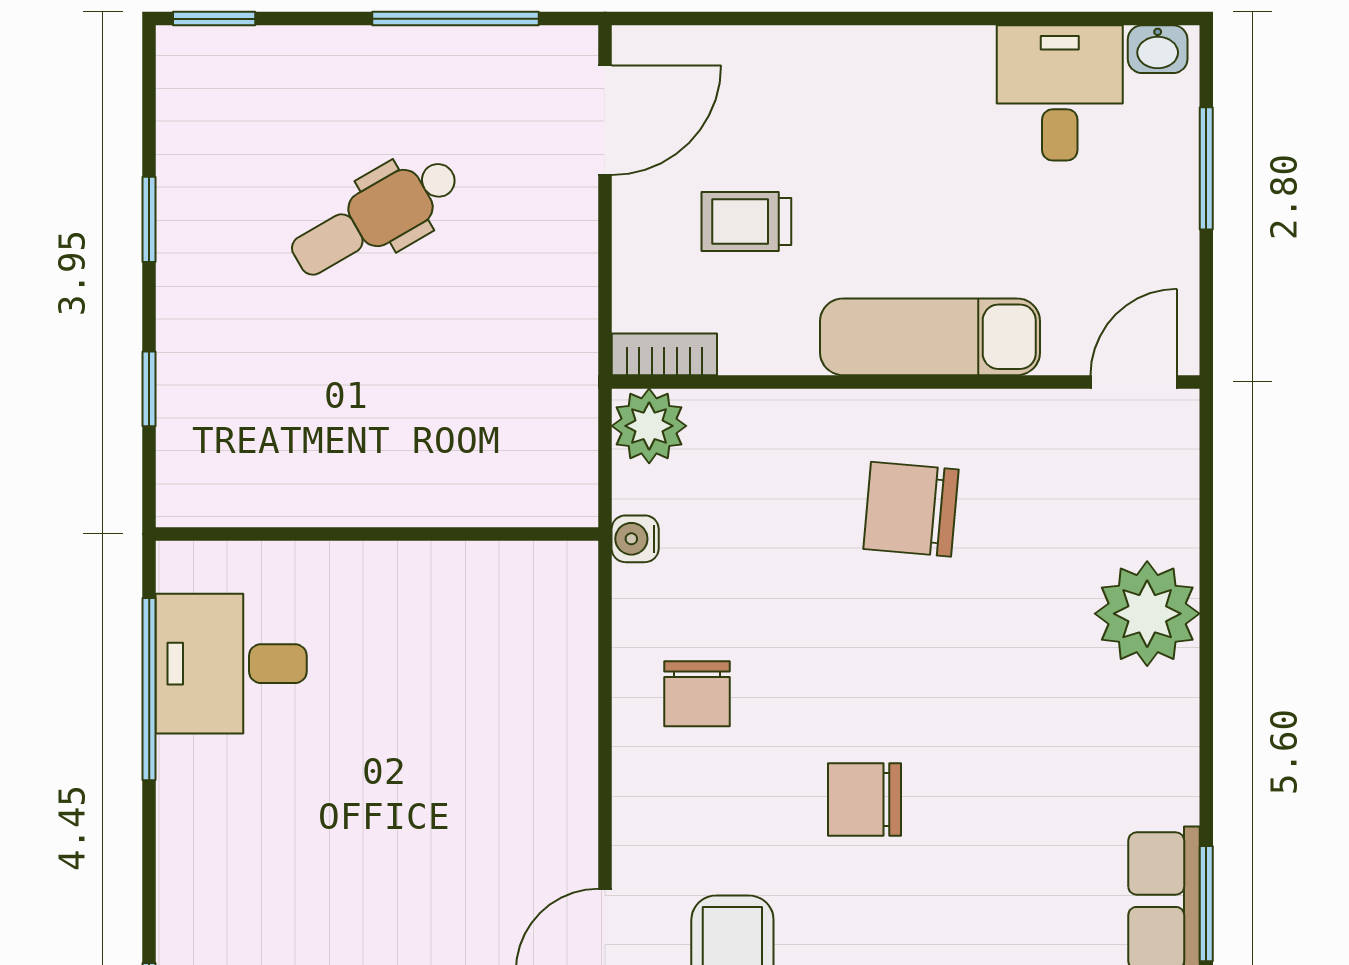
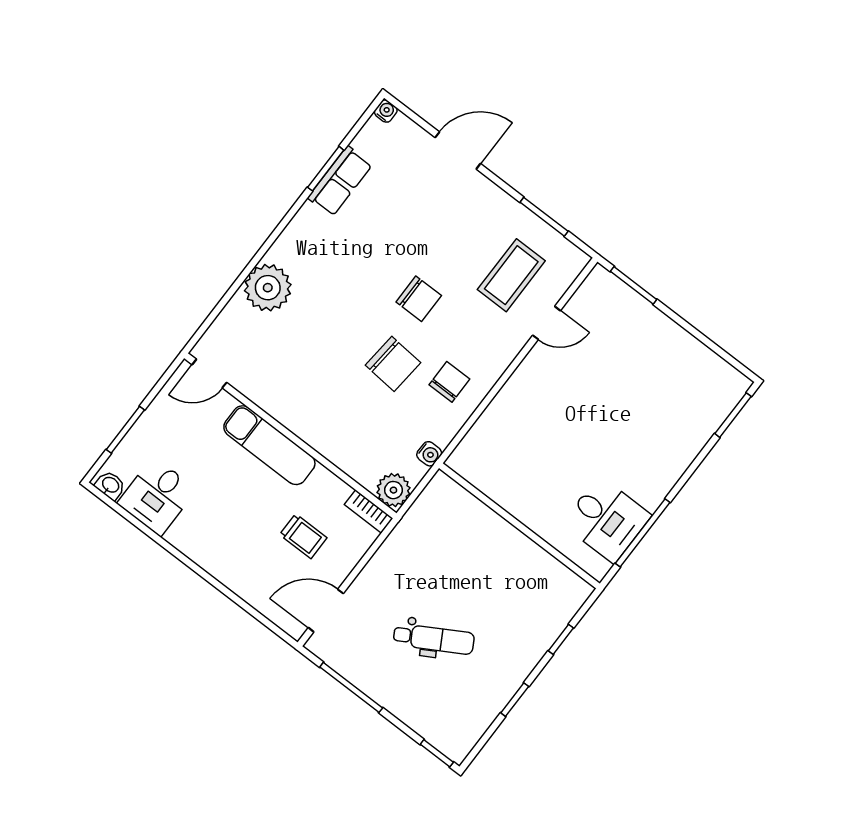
chair: (911, 509) -> (393, 364), moved

